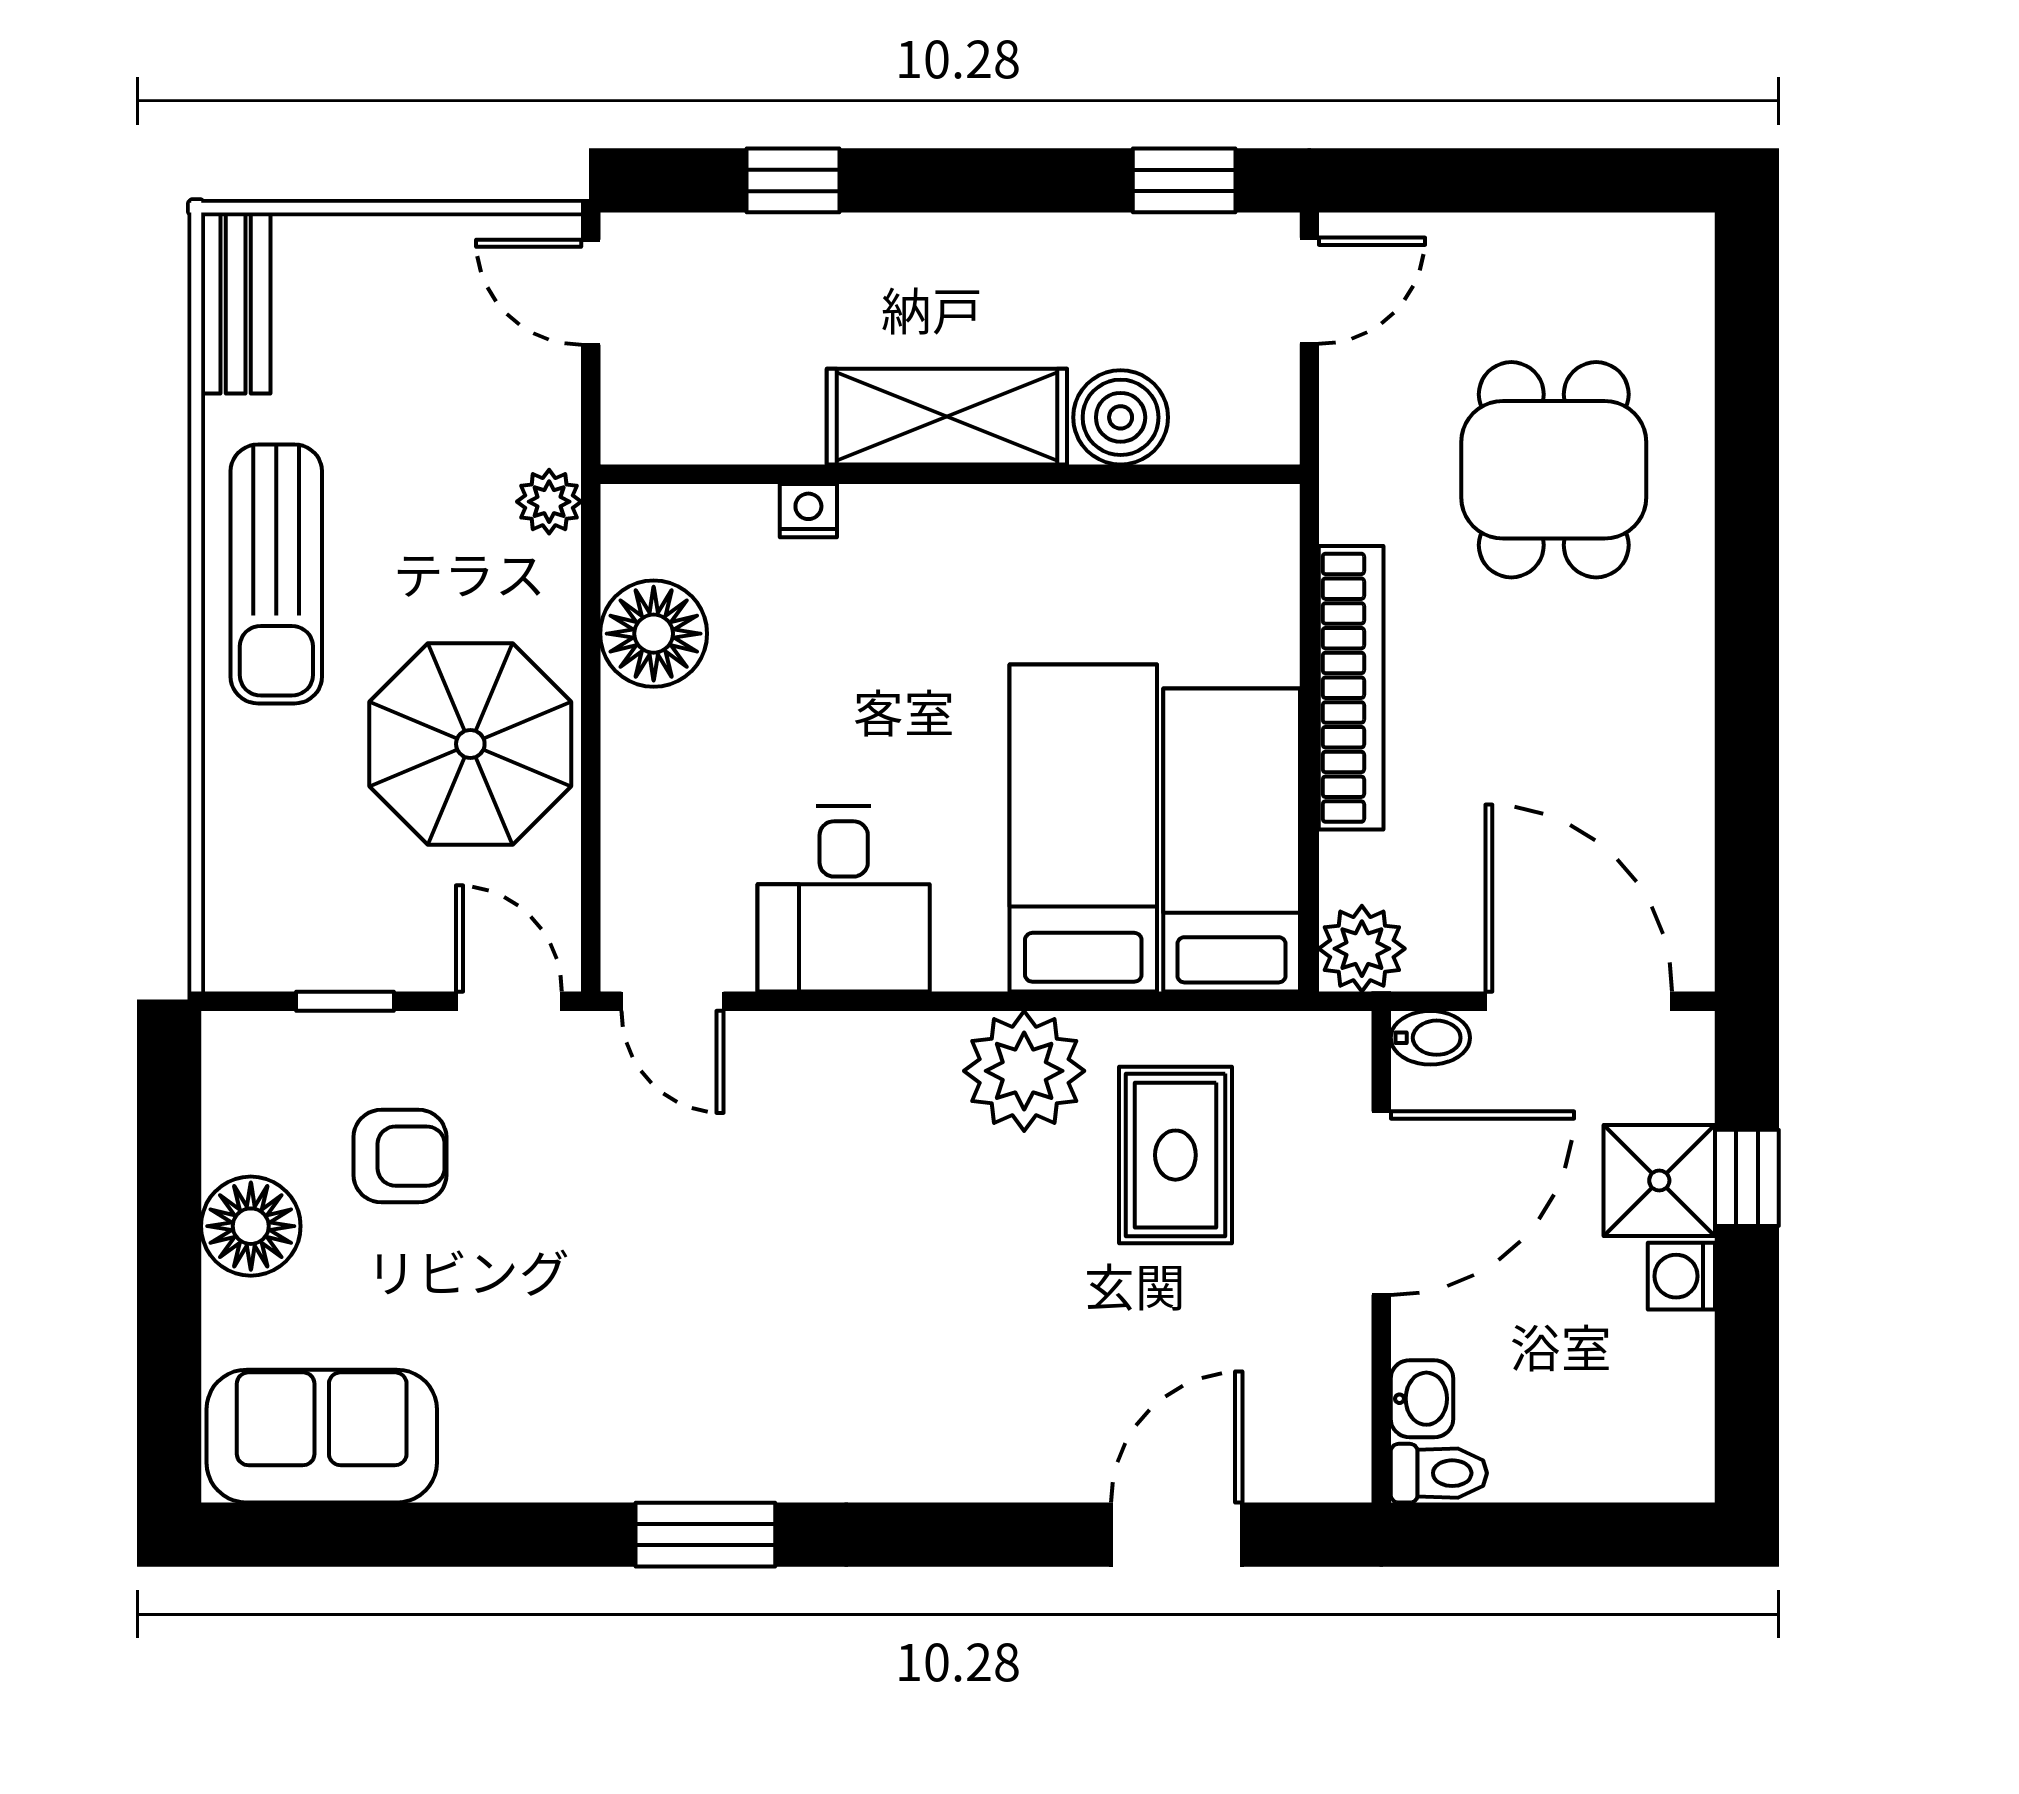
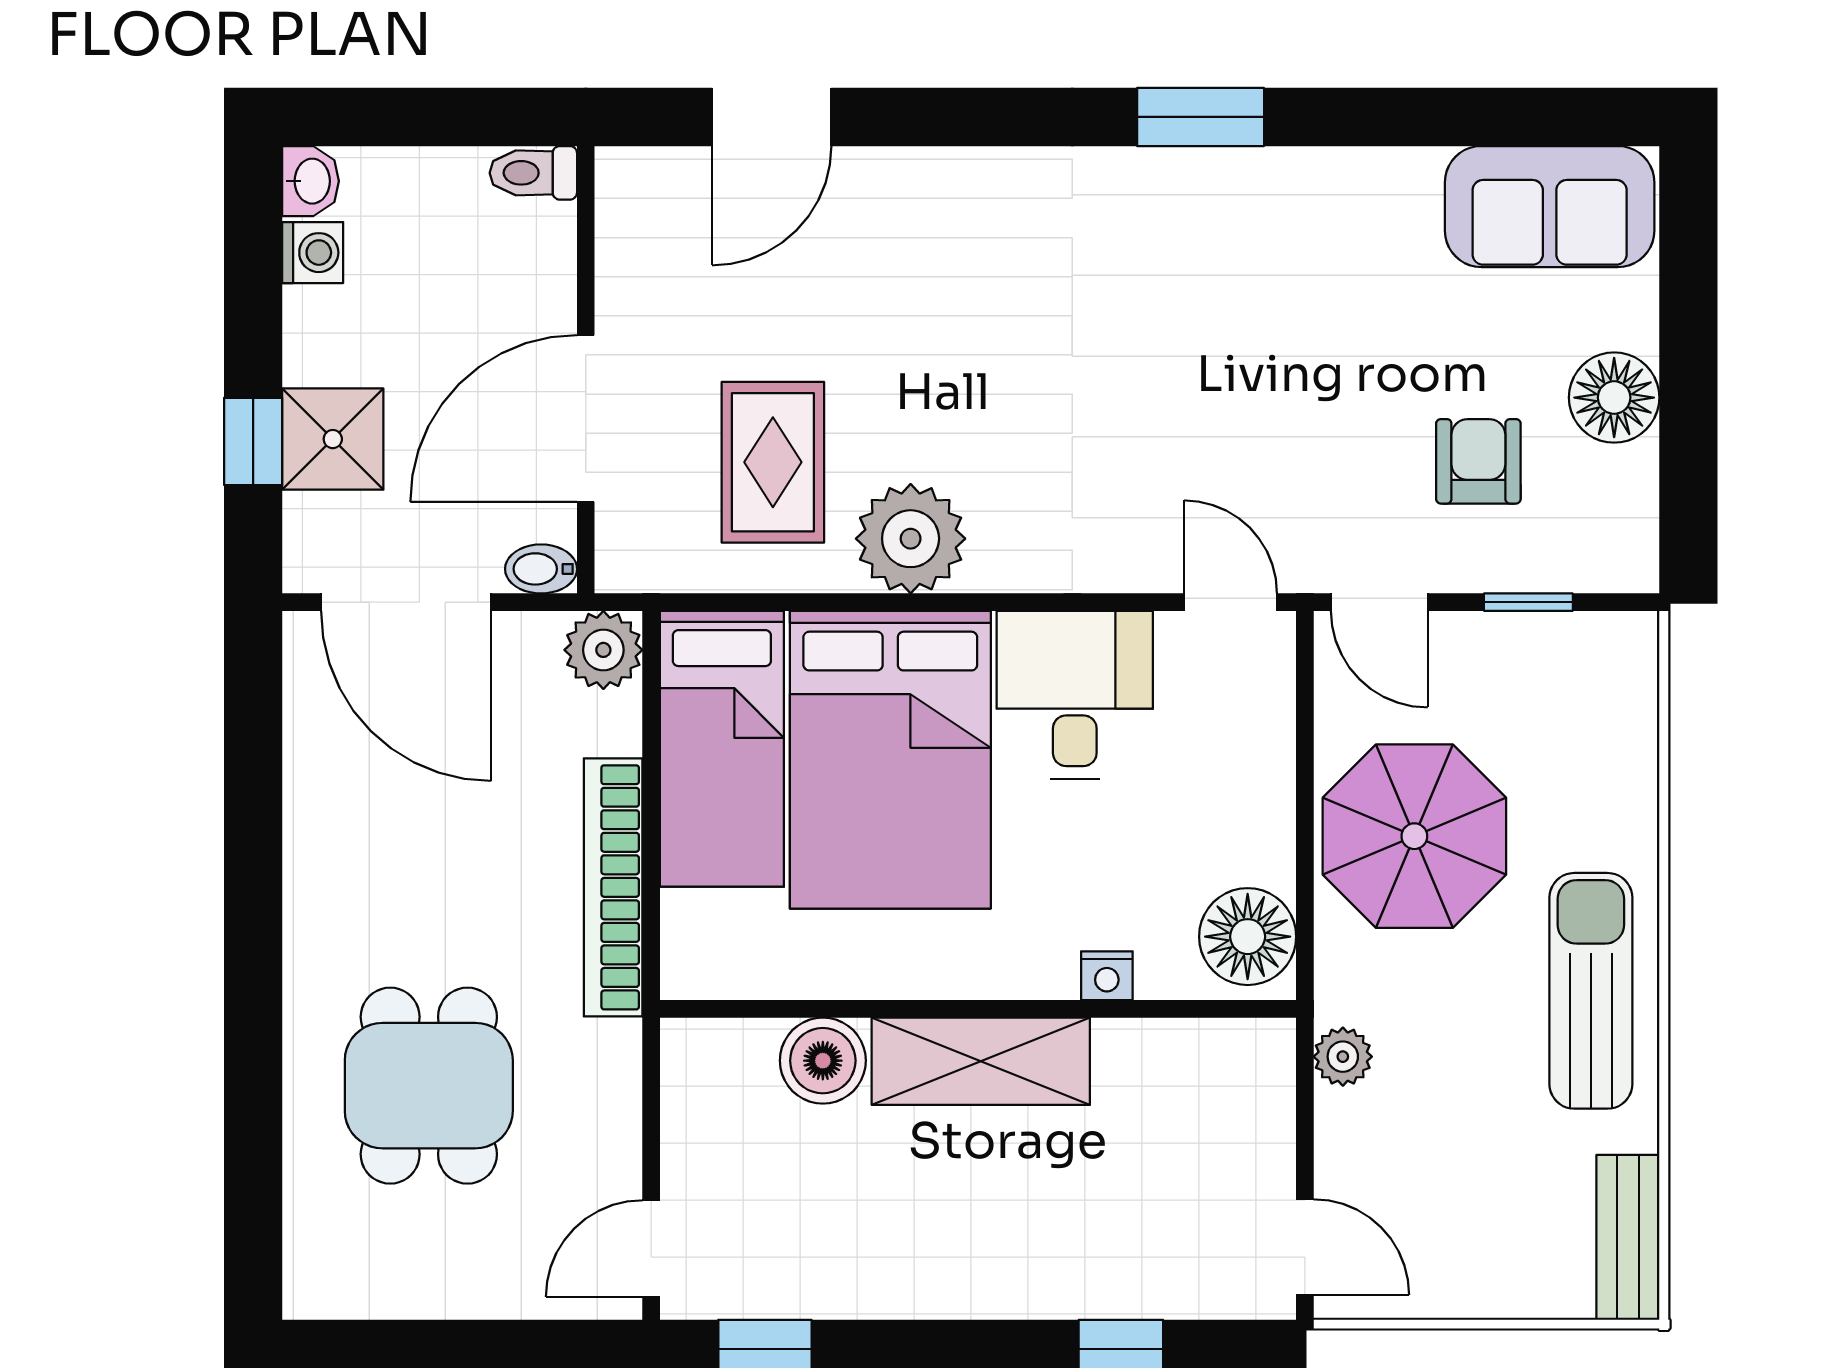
shelving: (947, 417) -> (981, 1061), moved
boiler: (1121, 417) -> (823, 1061), moved
wall: (950, 474) -> (978, 1009), moved
nightstand: (808, 511) -> (1107, 976), moved
bed: (1083, 828) -> (890, 760), width x1.50
armchair: (400, 1156) -> (1478, 461), turned 90
washing machine: (1681, 1276) -> (313, 253), moved
washbasin: (1422, 1399) -> (311, 181), moved, turned 180

